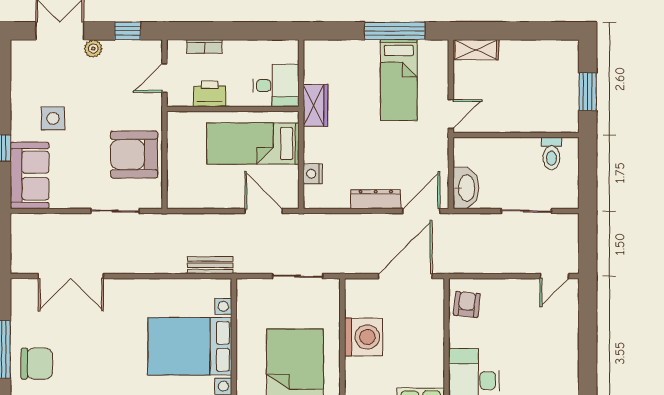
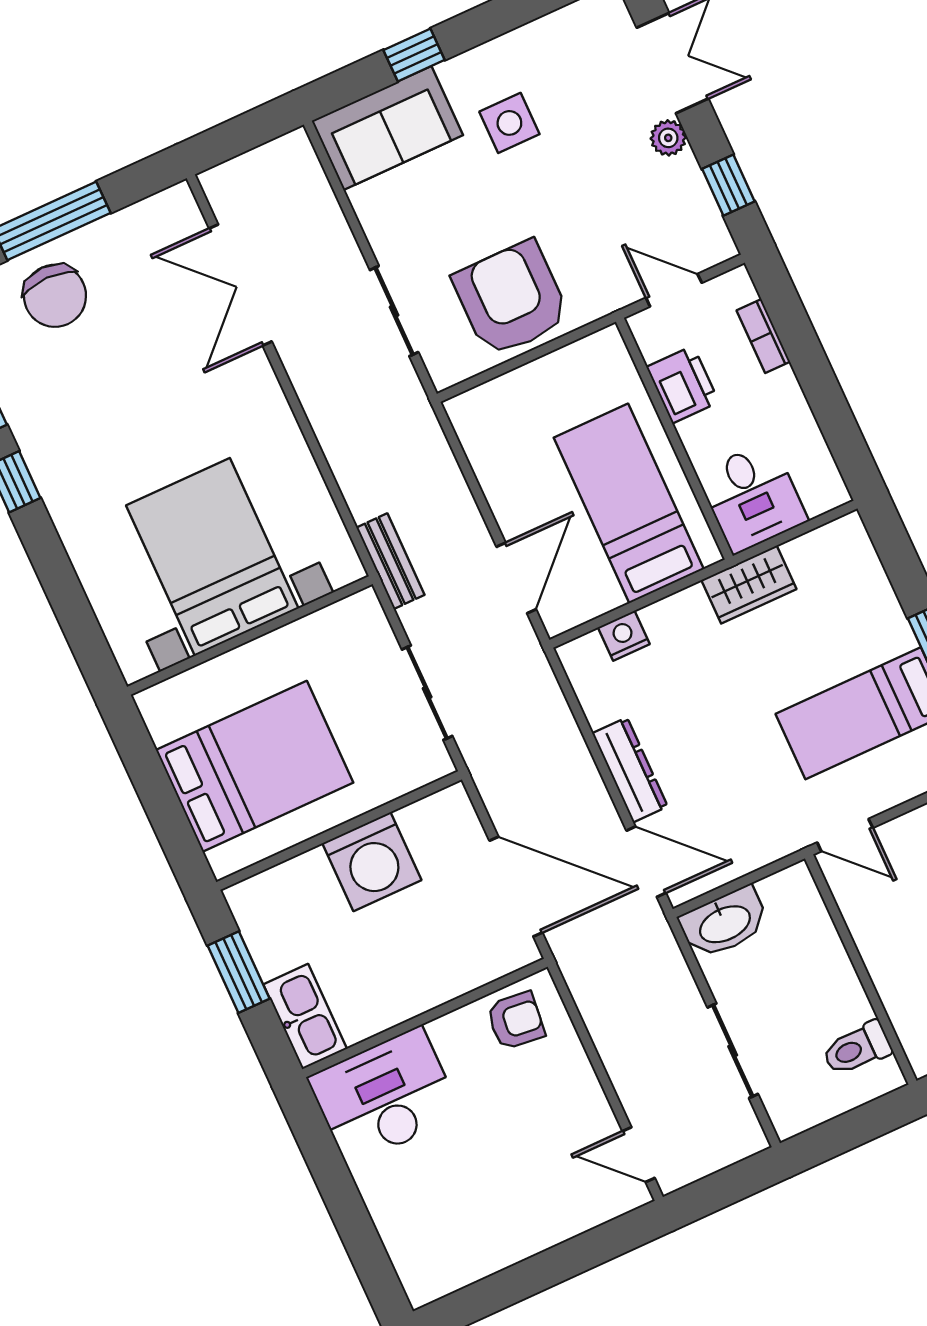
bench: (210, 265) -> (390, 561), moved

